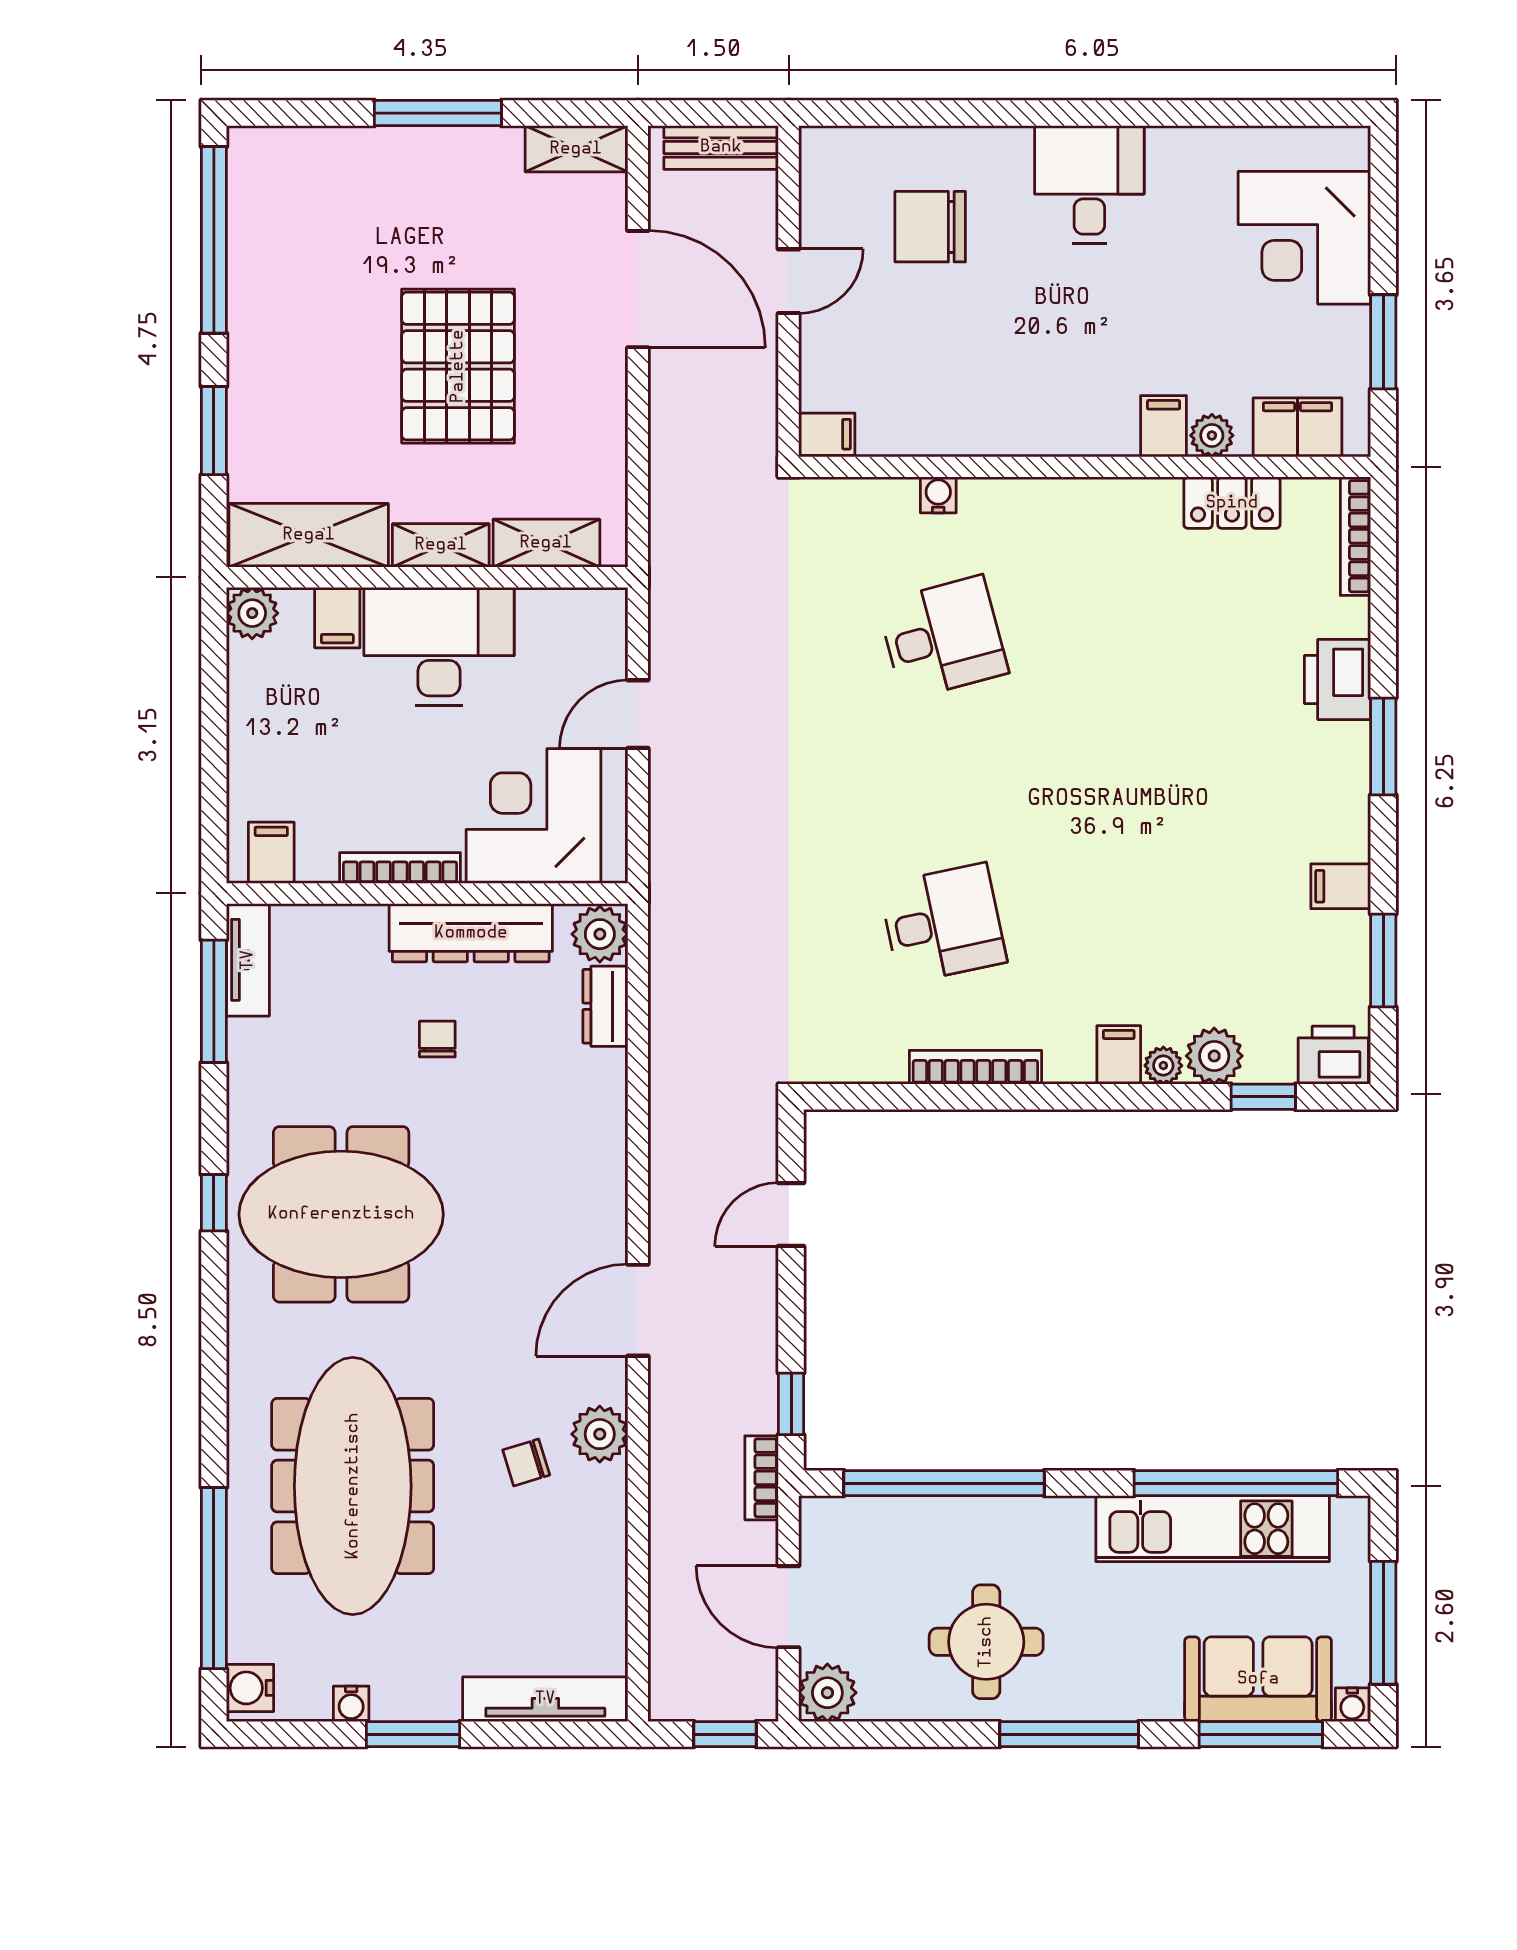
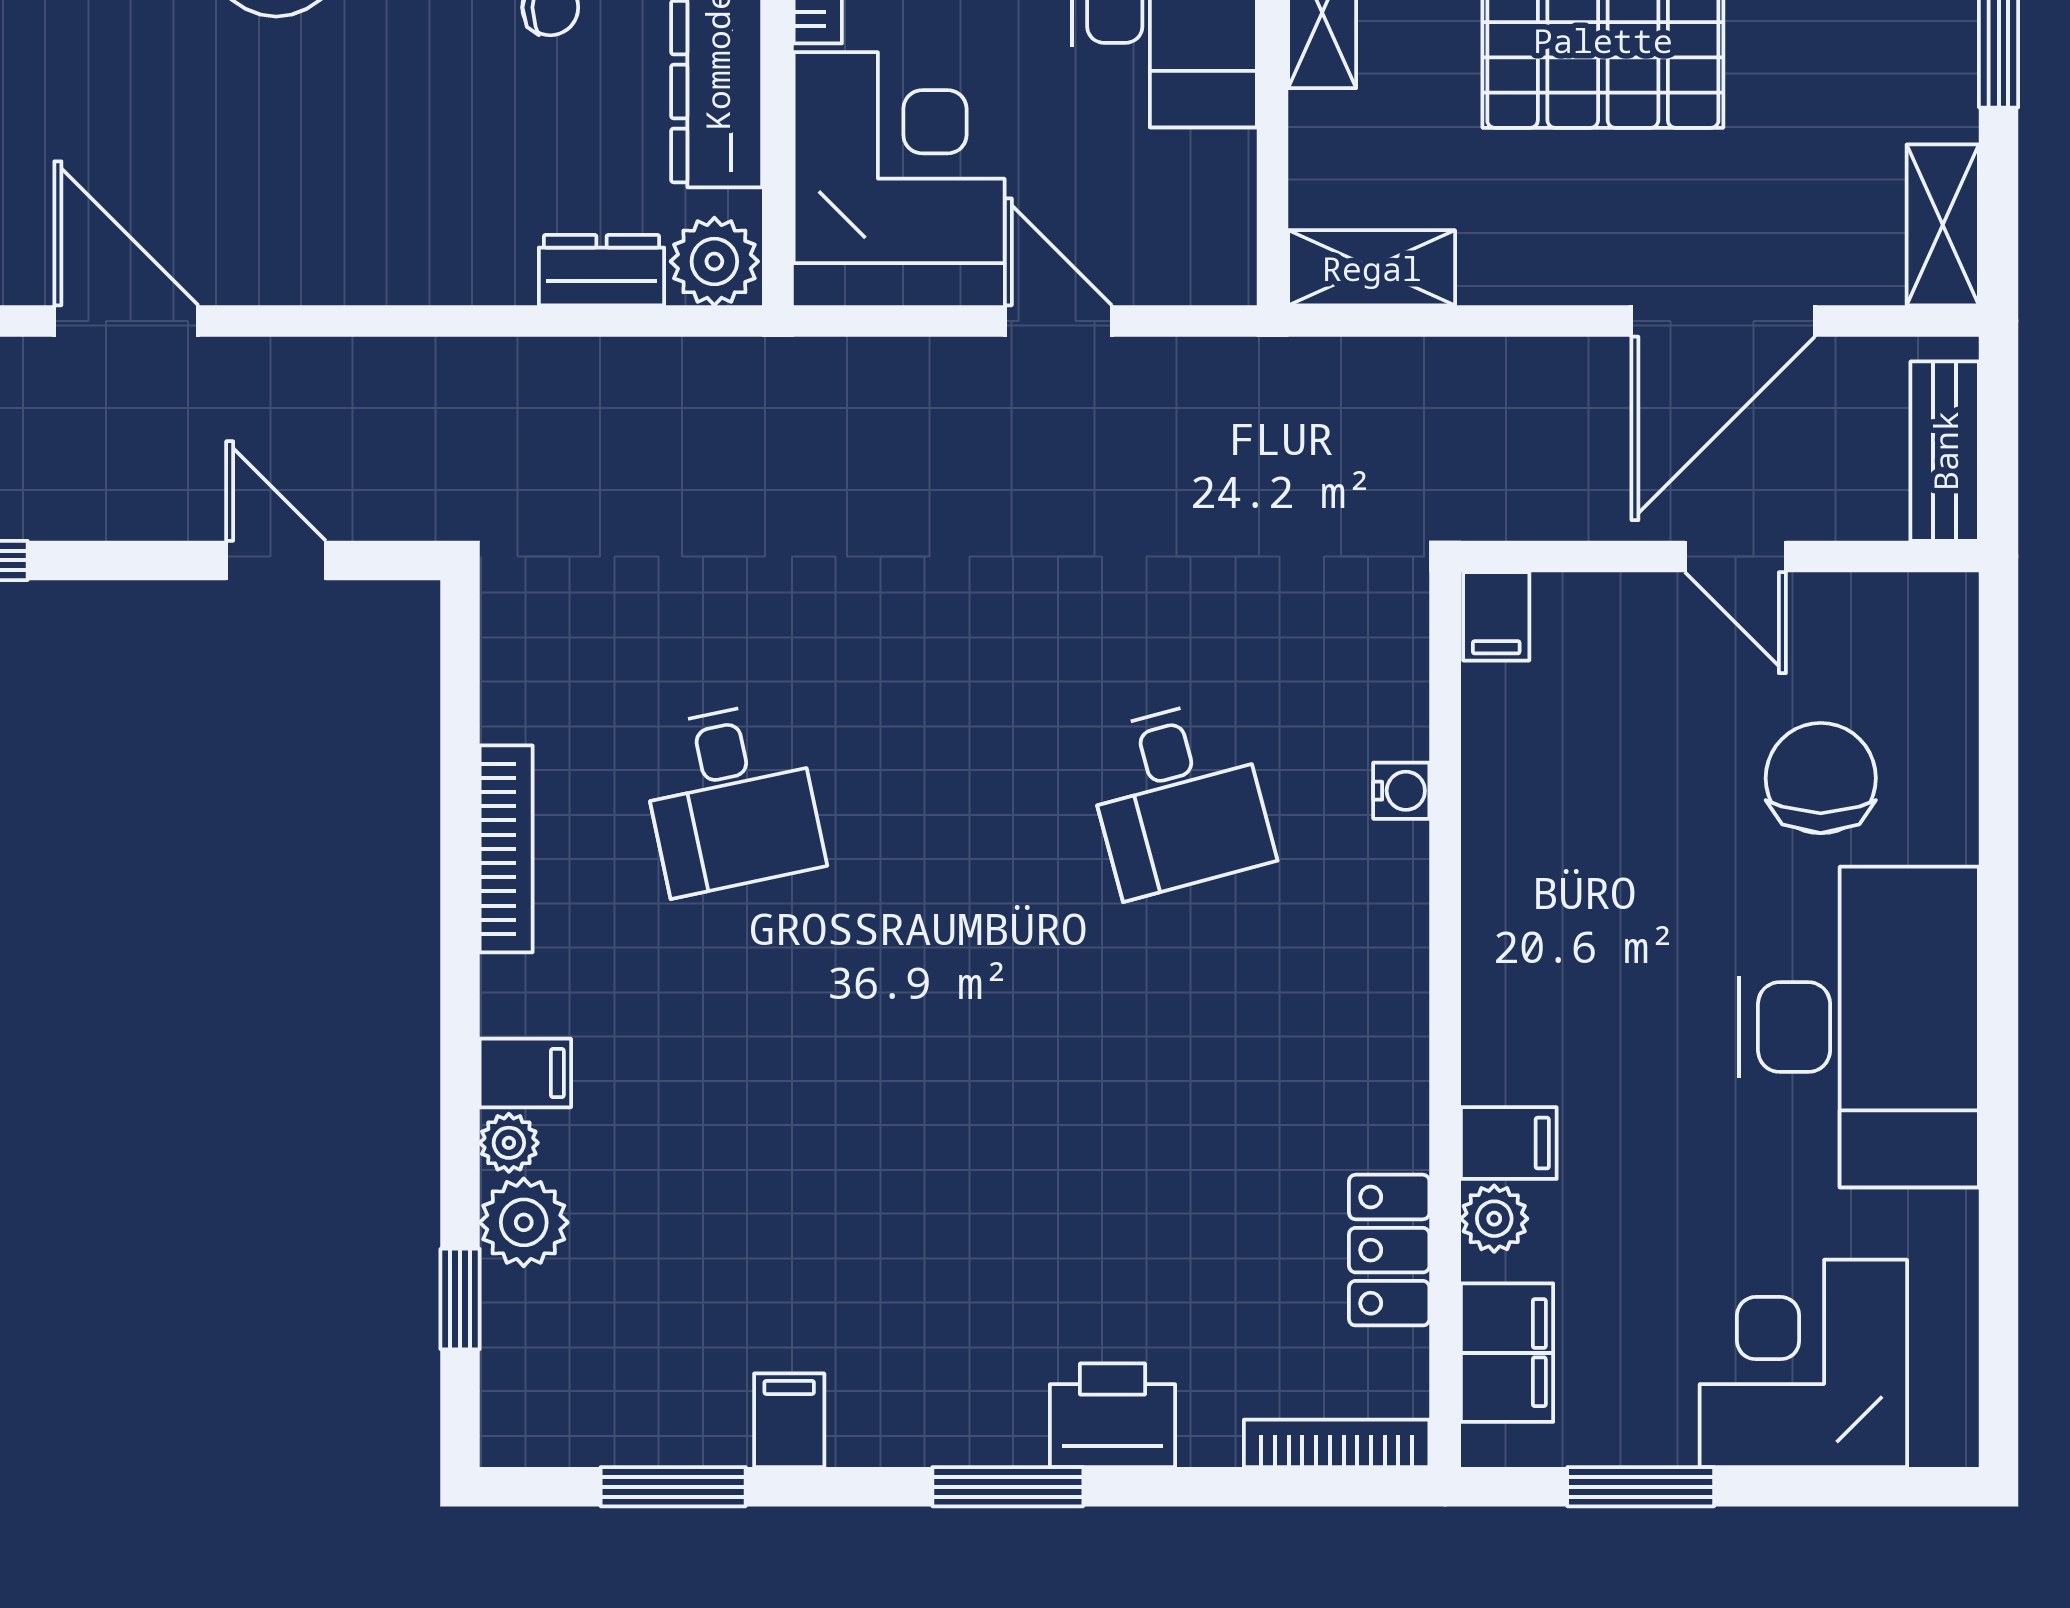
desk: (1089, 185) -> (1859, 1027), width x1.87, depth x1.30
shelving: (546, 543) -> (1372, 268), moved, turned 90
printer: (1333, 1055) -> (525, 1408), removed

